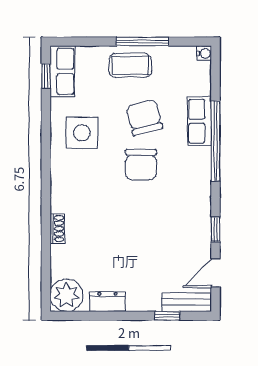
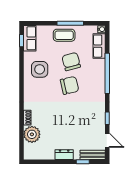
row of seats: (200, 121) -> (99, 46), moved
chair: (141, 165) -> (69, 85), turned -103
door: (215, 273) -> (107, 140), swing flipped
plant: (67, 295) -> (32, 134), moved
dresser: (108, 302) -> (64, 155), moved

